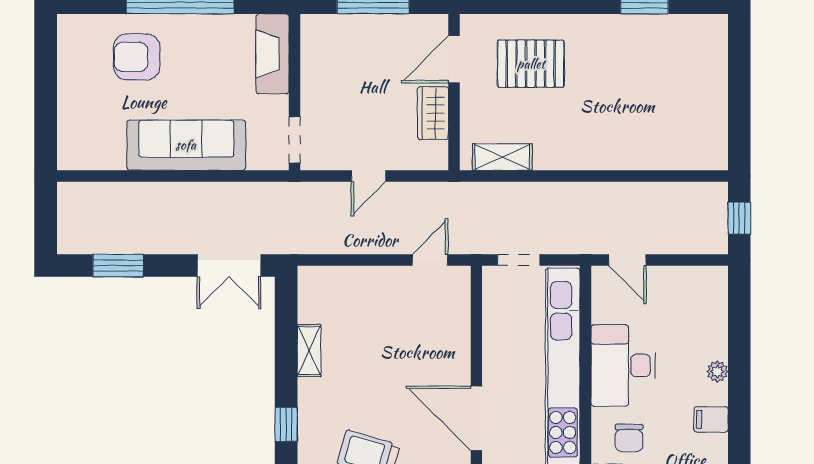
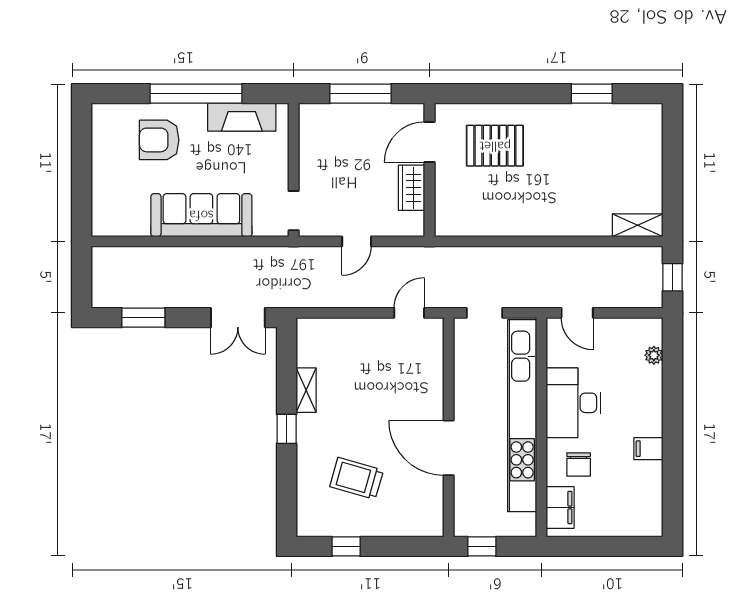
fireplace: (273, 54) -> (242, 117), moved, turned -90
shelving: (502, 157) -> (638, 225), moved
plant: (717, 372) -> (654, 355), moved
window: (286, 424) -> (287, 429), moved

